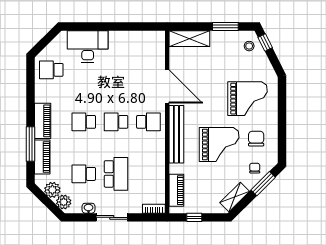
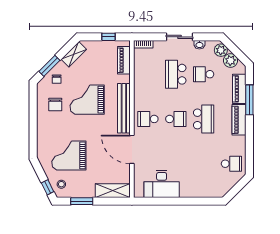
desk: (88, 46) -> (162, 184), moved
grand piano: (248, 99) -> (69, 155), moved
school desk: (84, 122) -> (204, 119), width x1.85
school desk: (84, 174) -> (204, 74), turned 180

